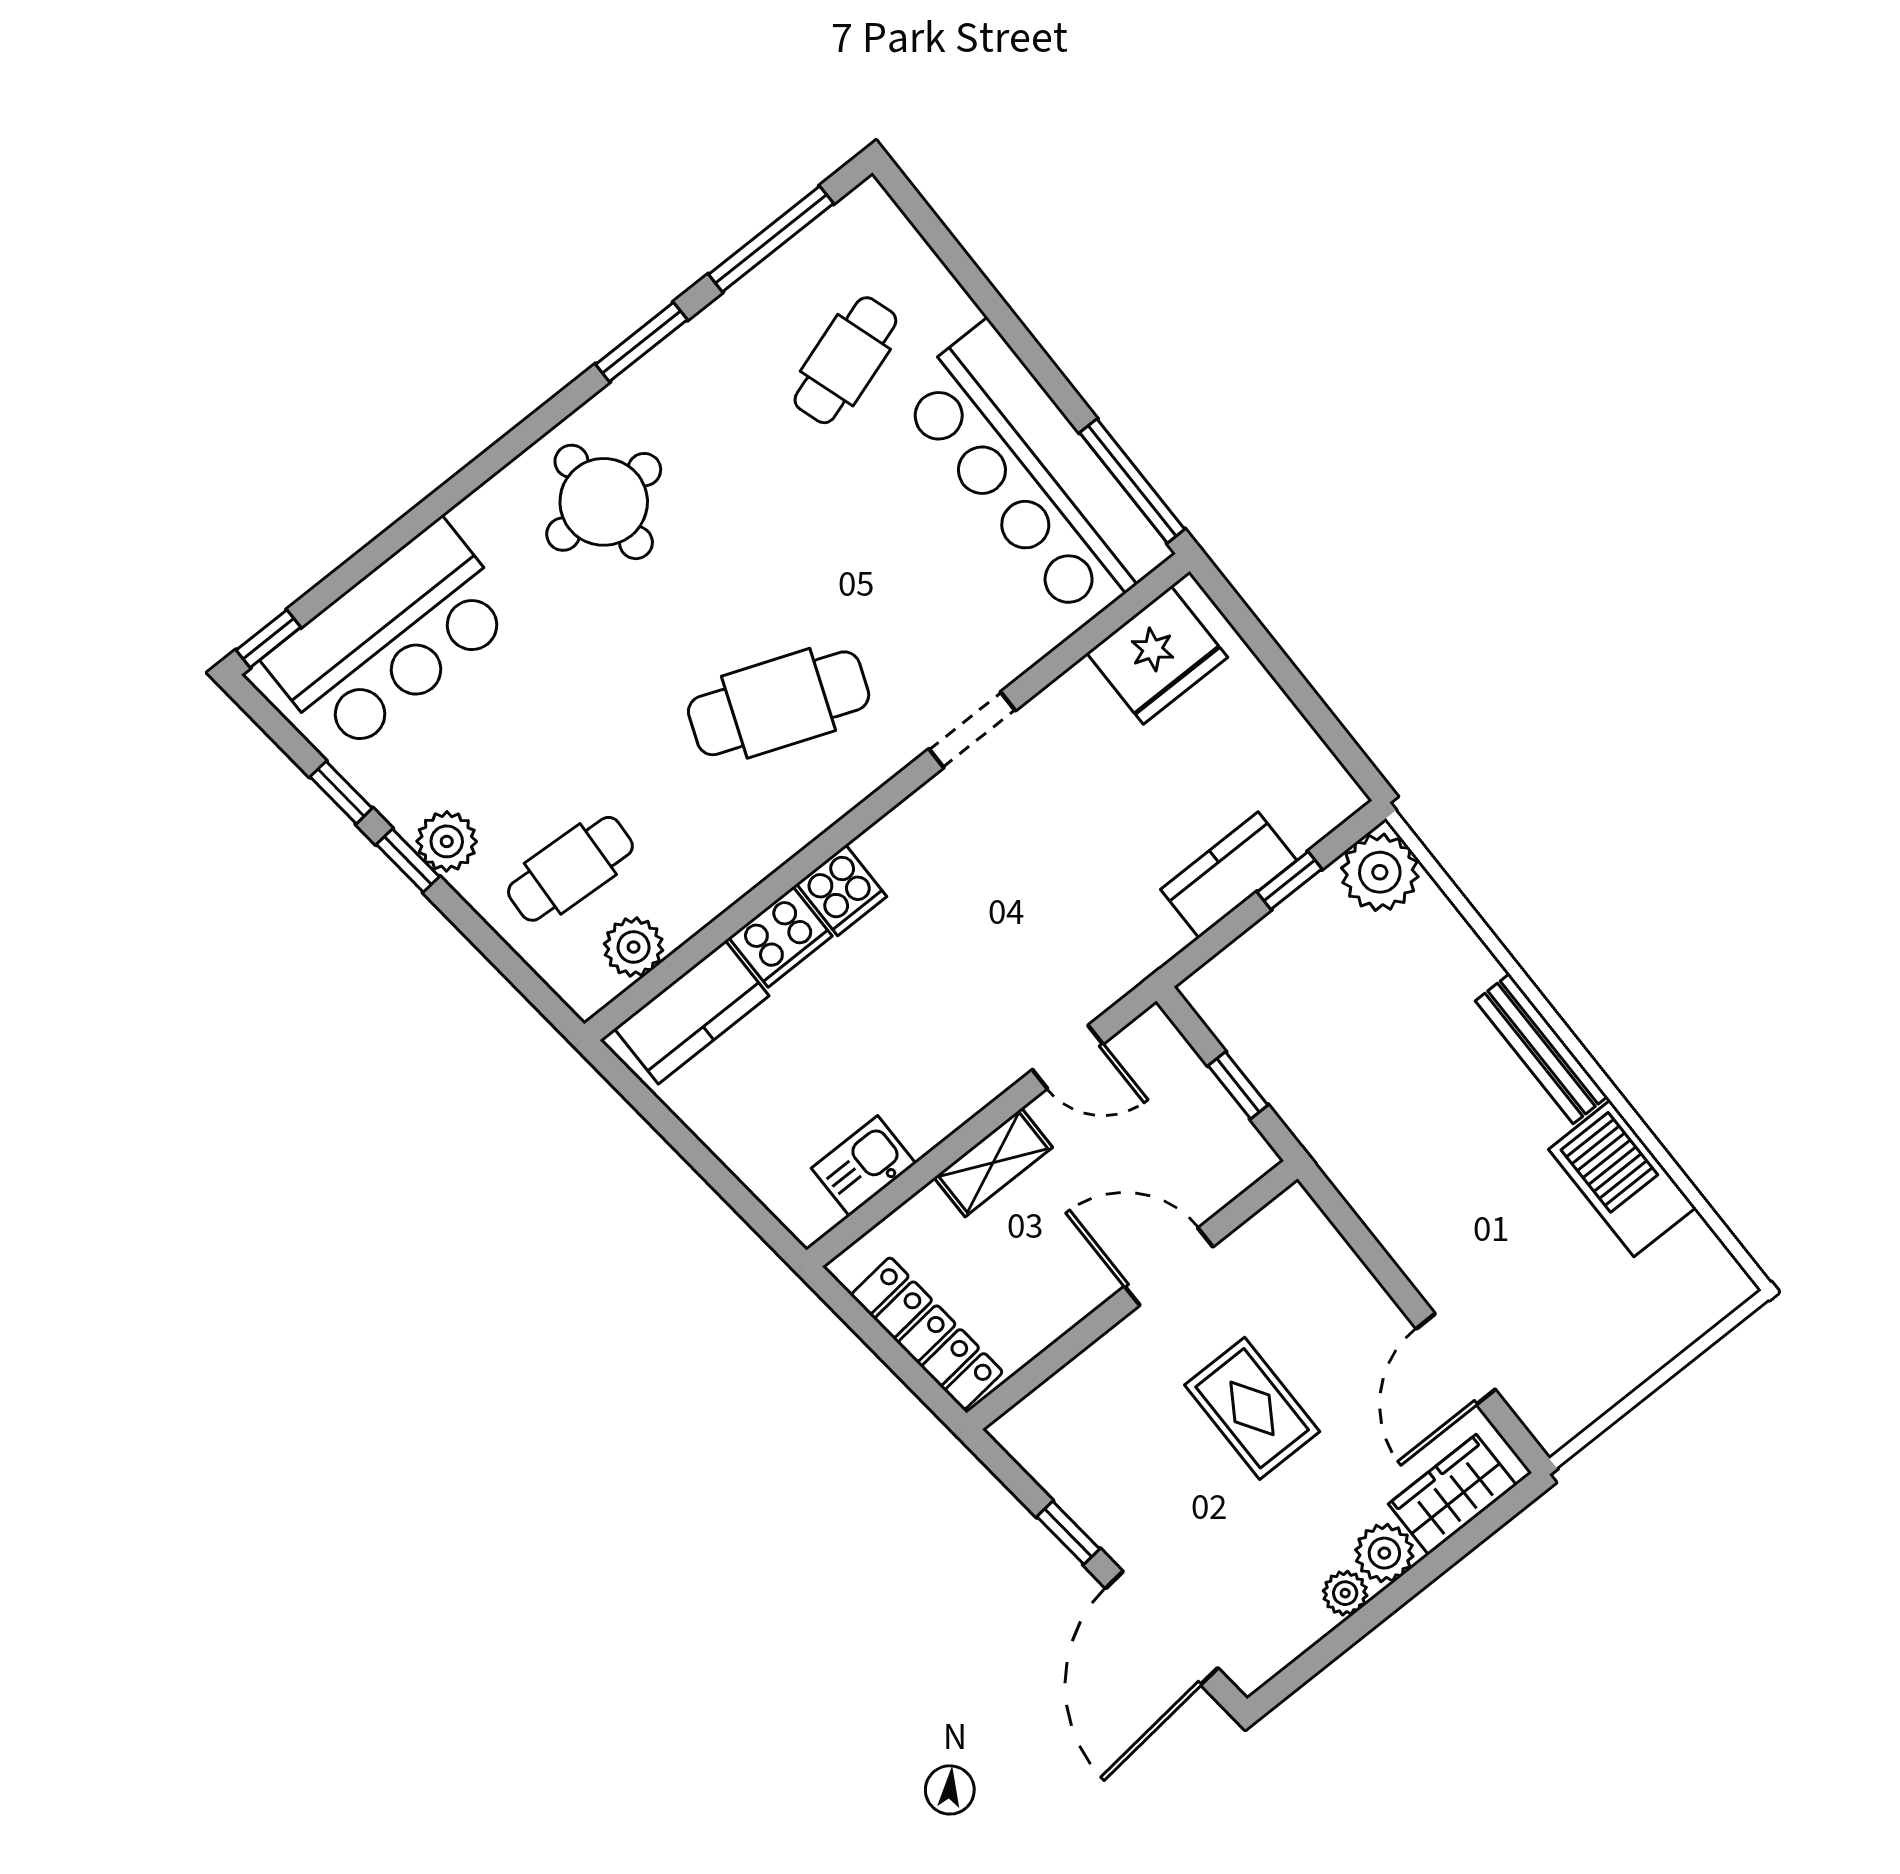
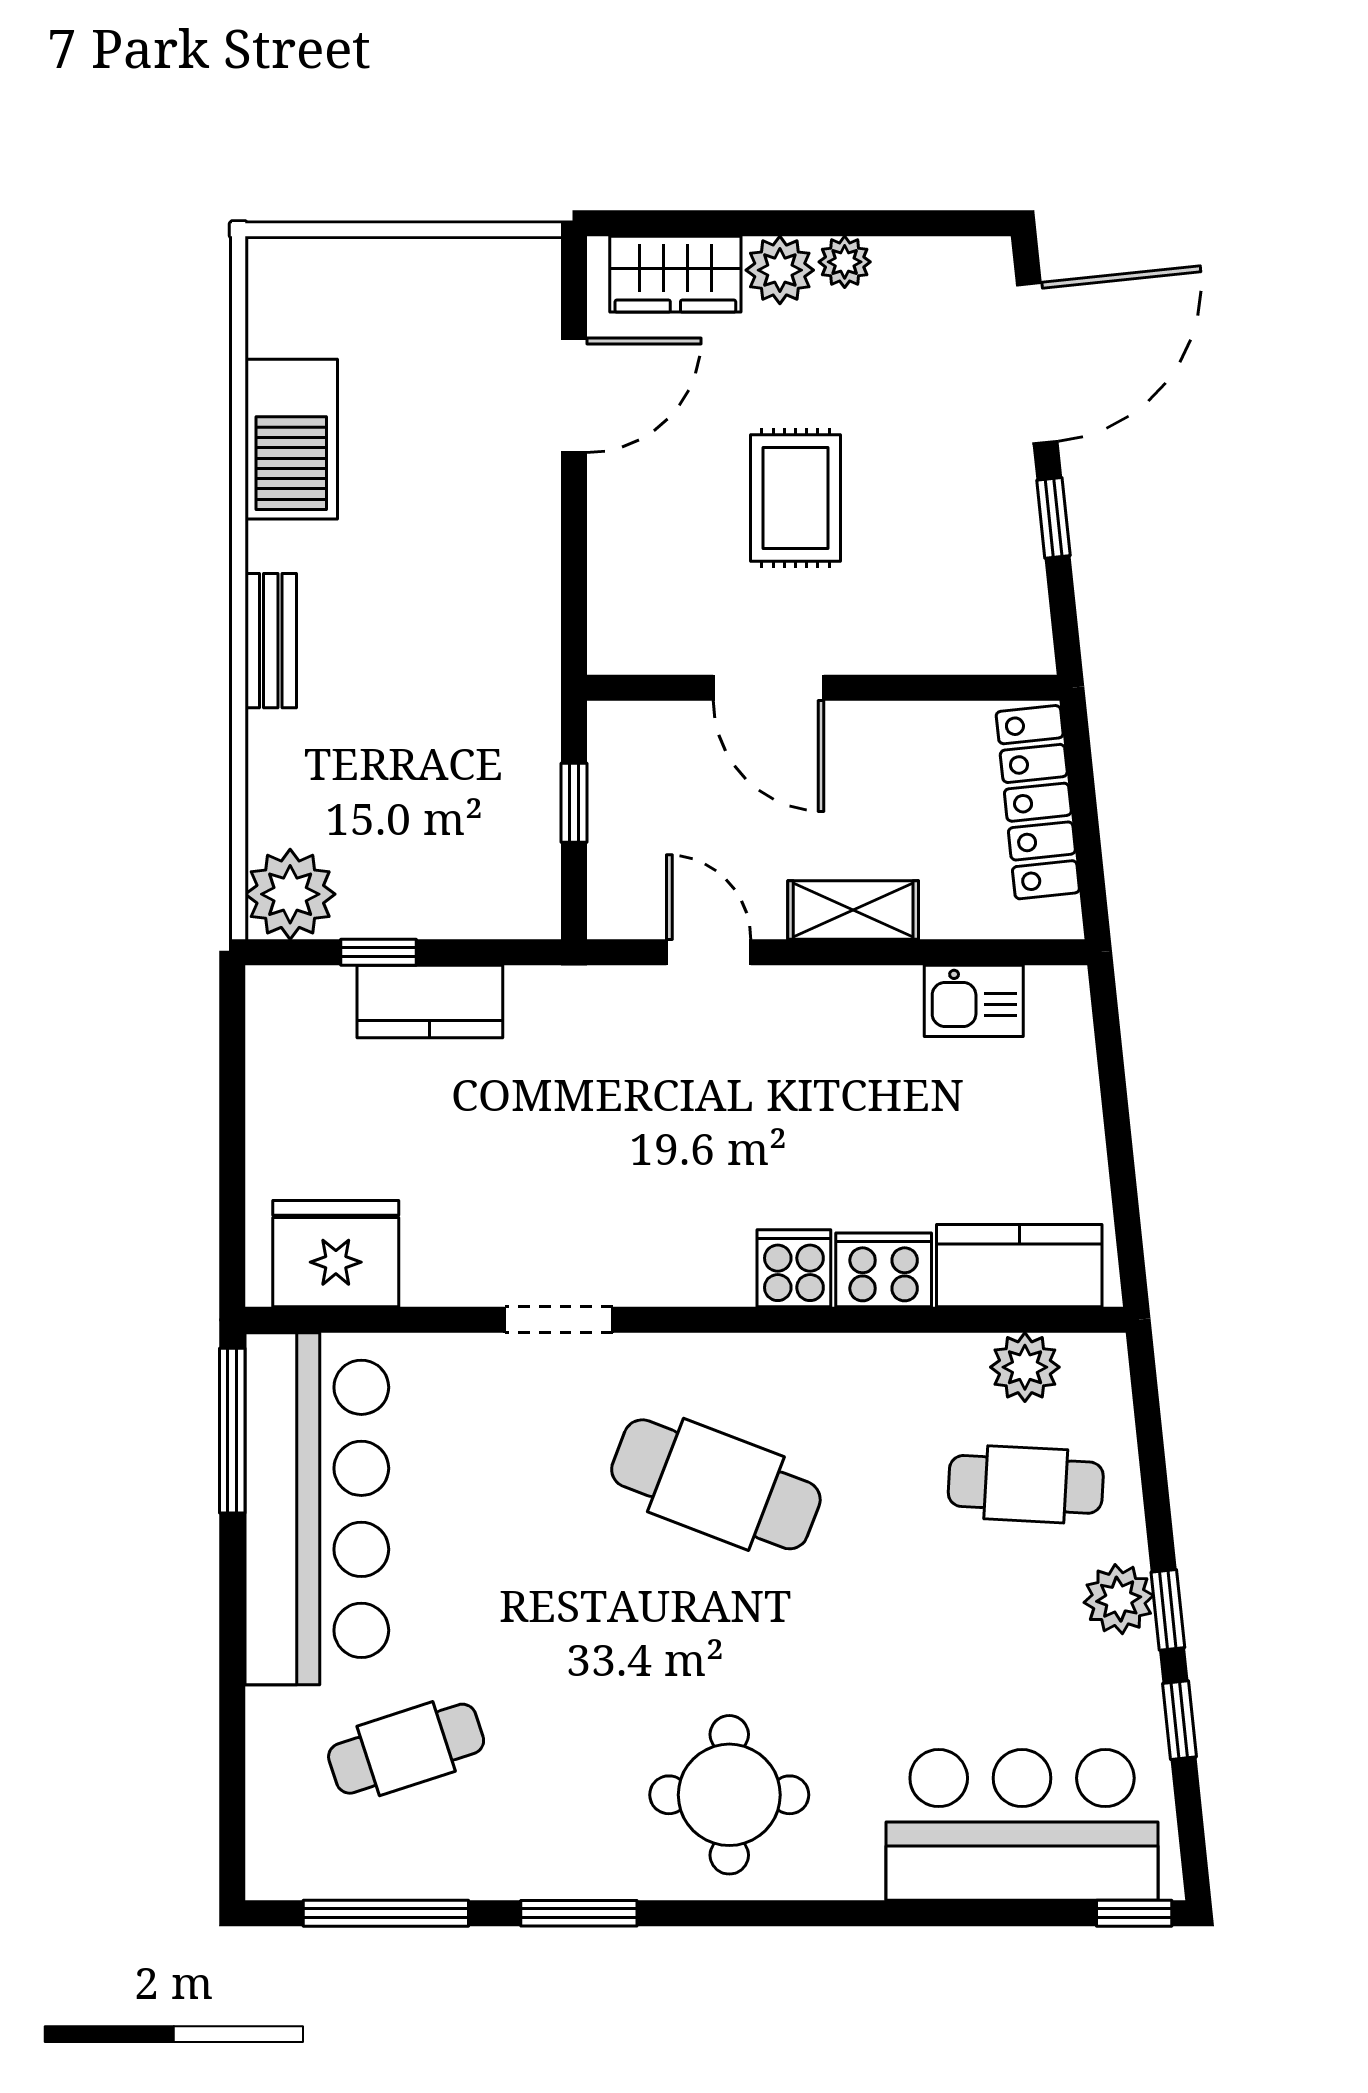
bench: (1541, 1049) -> (271, 641), width x0.73

